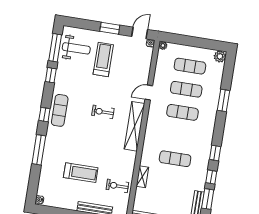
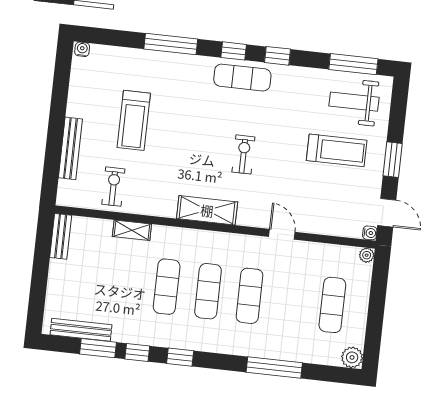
weight bench: (76, 48) -> (354, 102), turned 90
window: (51, 75) -> (277, 56), moved
exercise mat: (186, 89) -> (208, 291), moved
window: (223, 100) -> (274, 368), width x1.44
shelving: (134, 126) -> (207, 210), width x0.68

